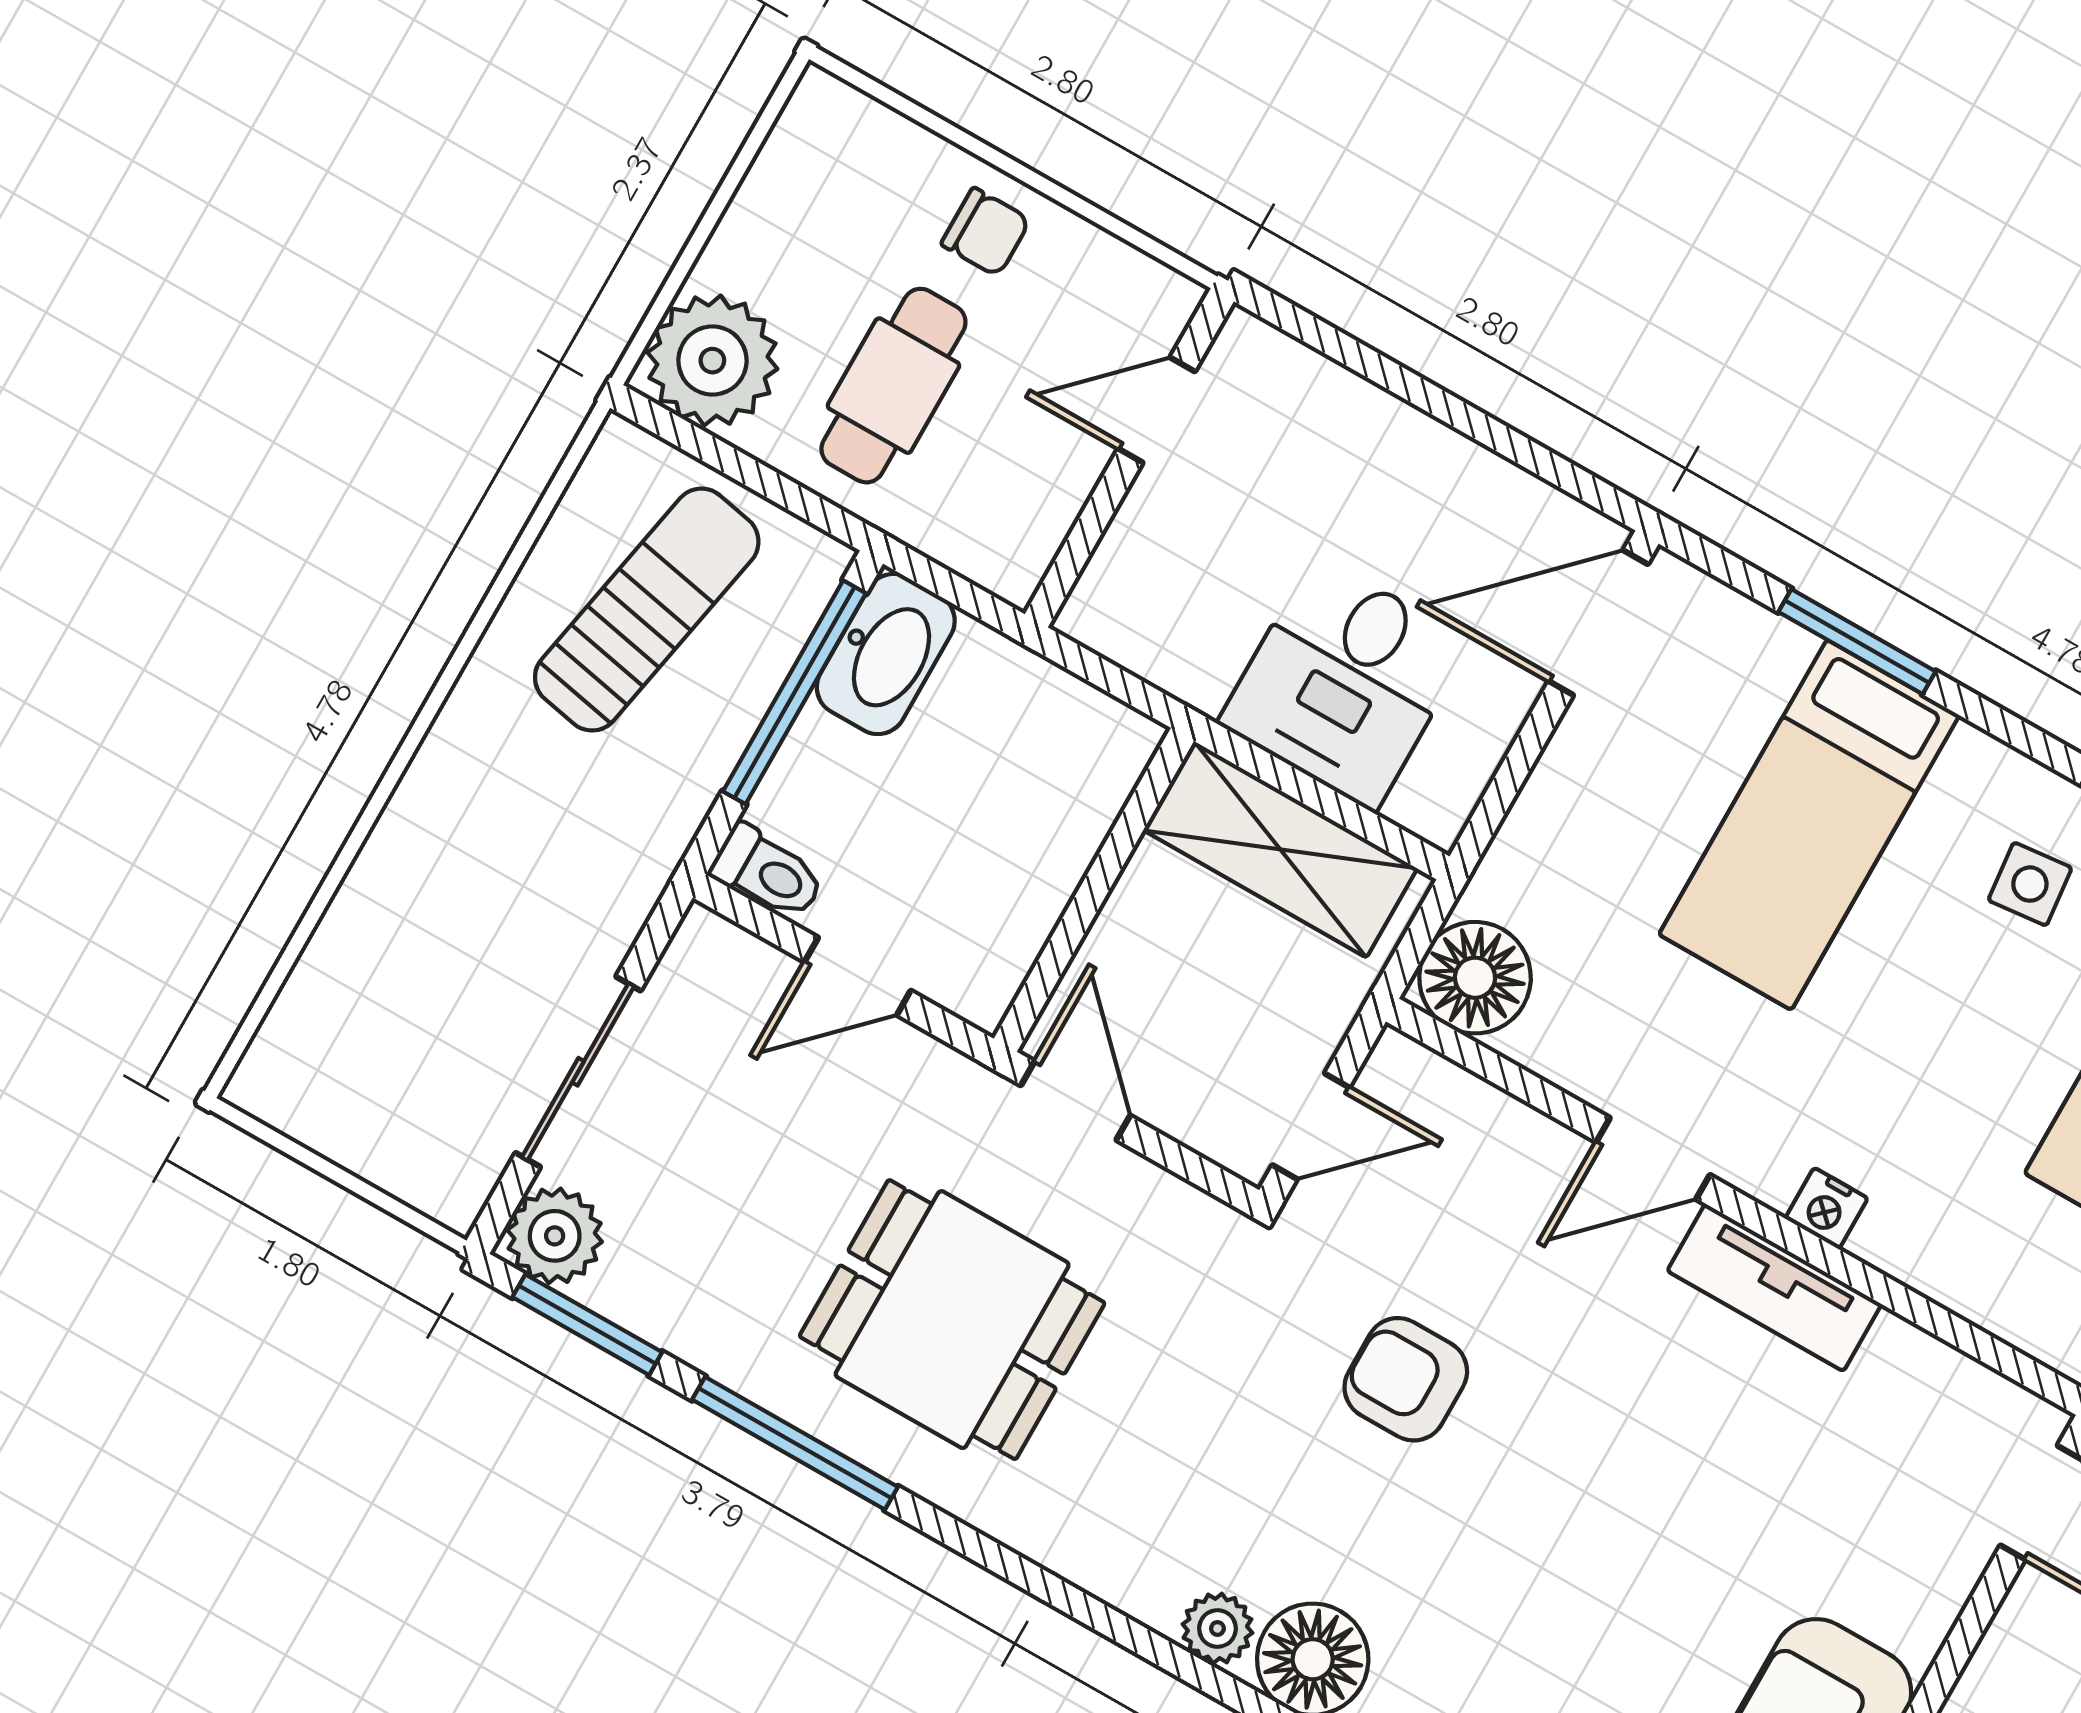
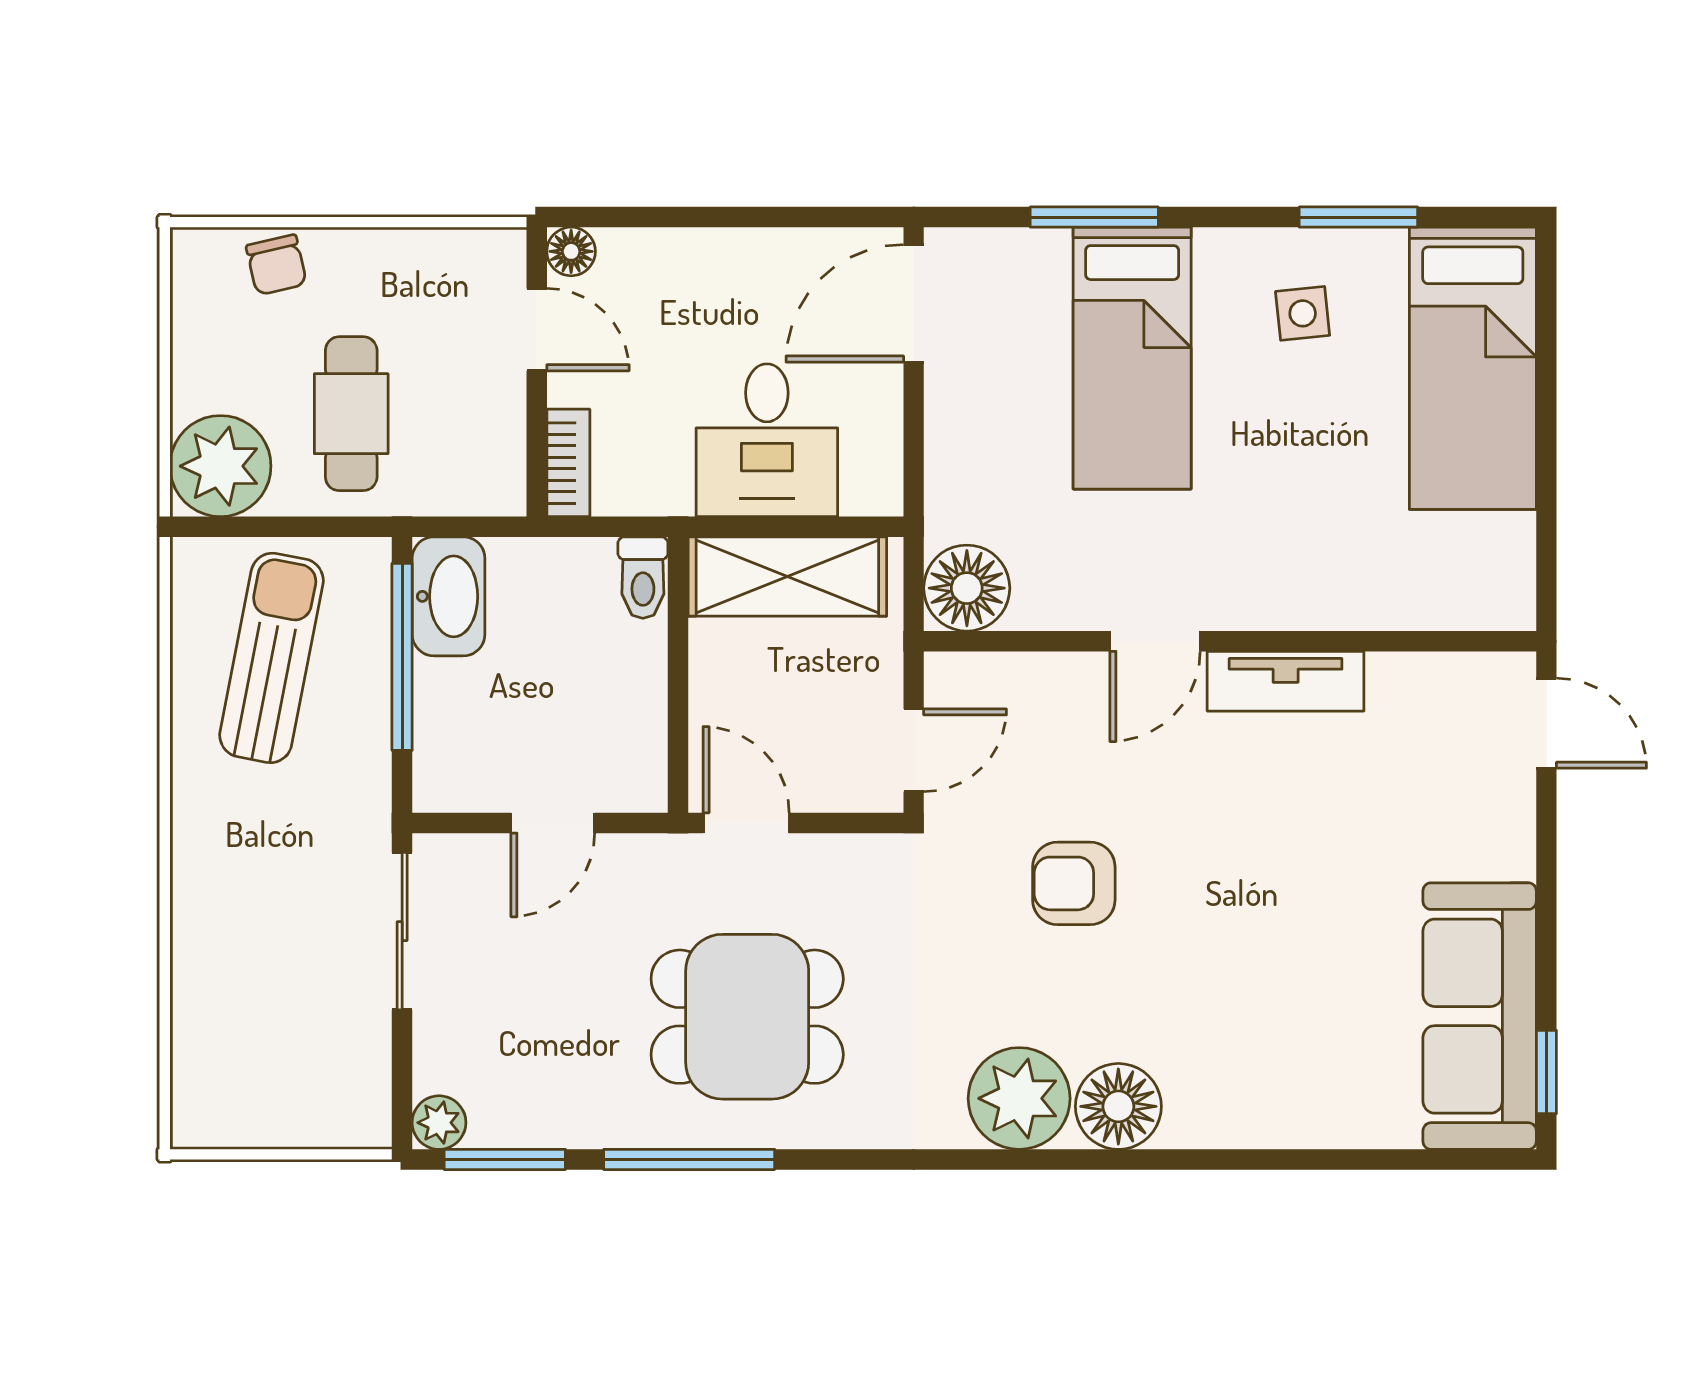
chair: (986, 232) -> (276, 265), moved, turned 77
floor lamp: (1245, 344) -> (571, 251), added
door: (1157, 410) -> (537, 330), swing flipped
bookcase: (1106, 581) -> (568, 463), added
toilet: (768, 872) -> (643, 578), moved, turned 90
sliding door: (578, 1072) -> (402, 931), moved
nightstand: (1826, 1208) -> (1290, 608), removed
plant: (555, 1236) -> (439, 1123), width x0.73, depth x0.73
plant: (1217, 1628) -> (1019, 1098), width x1.88, depth x1.88

